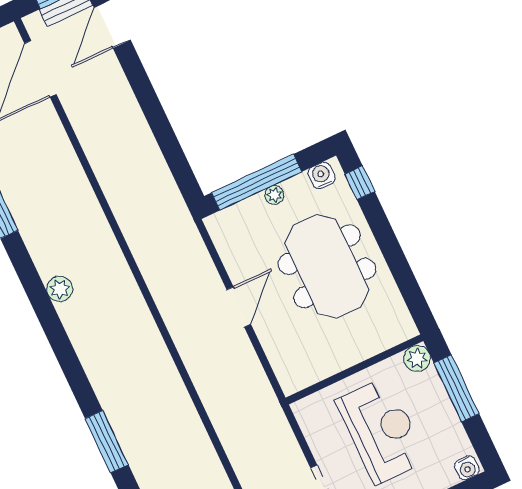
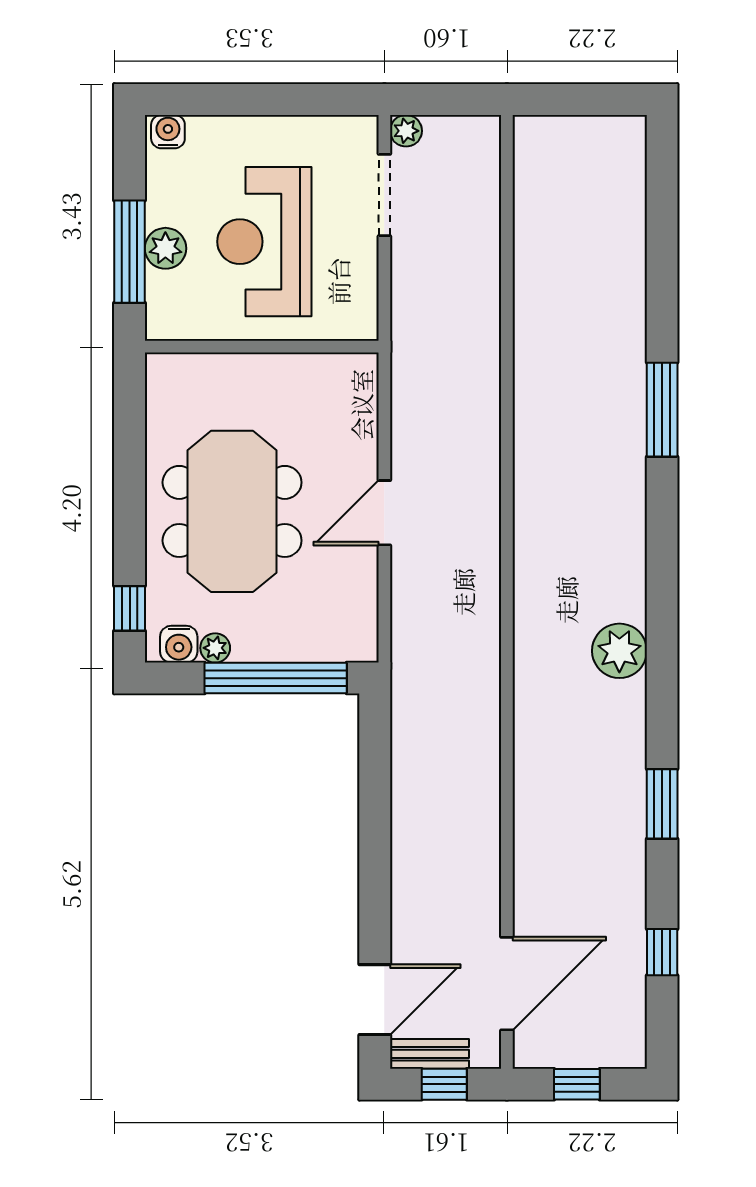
plant: (274, 195) -> (215, 648), moved
plant: (60, 289) -> (619, 651), width x1.36, depth x1.36
plant: (417, 358) -> (165, 248), moved

